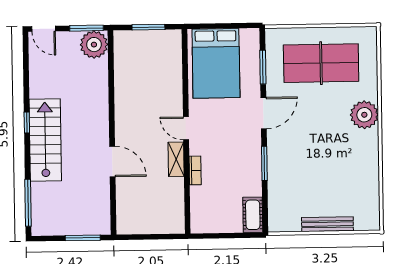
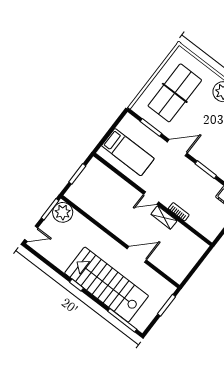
bed: (216, 63) -> (128, 152), width x0.67
door: (264, 113) -> (177, 148), hinge flipped
stairs: (45, 140) -> (107, 285), width x1.36, depth x1.51

